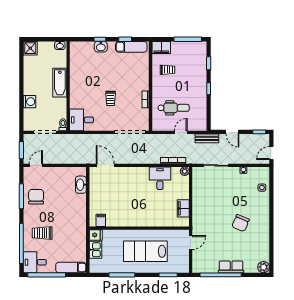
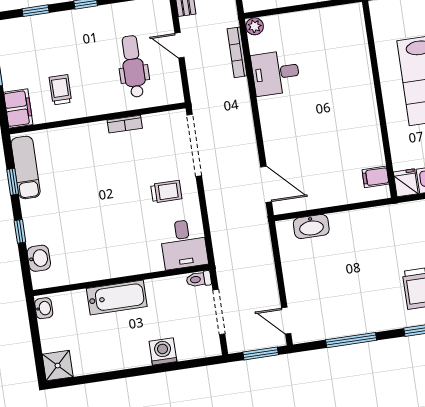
washbasin: (101, 47) -> (39, 258), moved
trolley: (111, 98) -> (166, 192), moved
door: (105, 165) -> (266, 184), swing flipped
chair: (36, 197) -> (348, 311), removed
filing cabinet: (183, 208) -> (328, 18), removed

